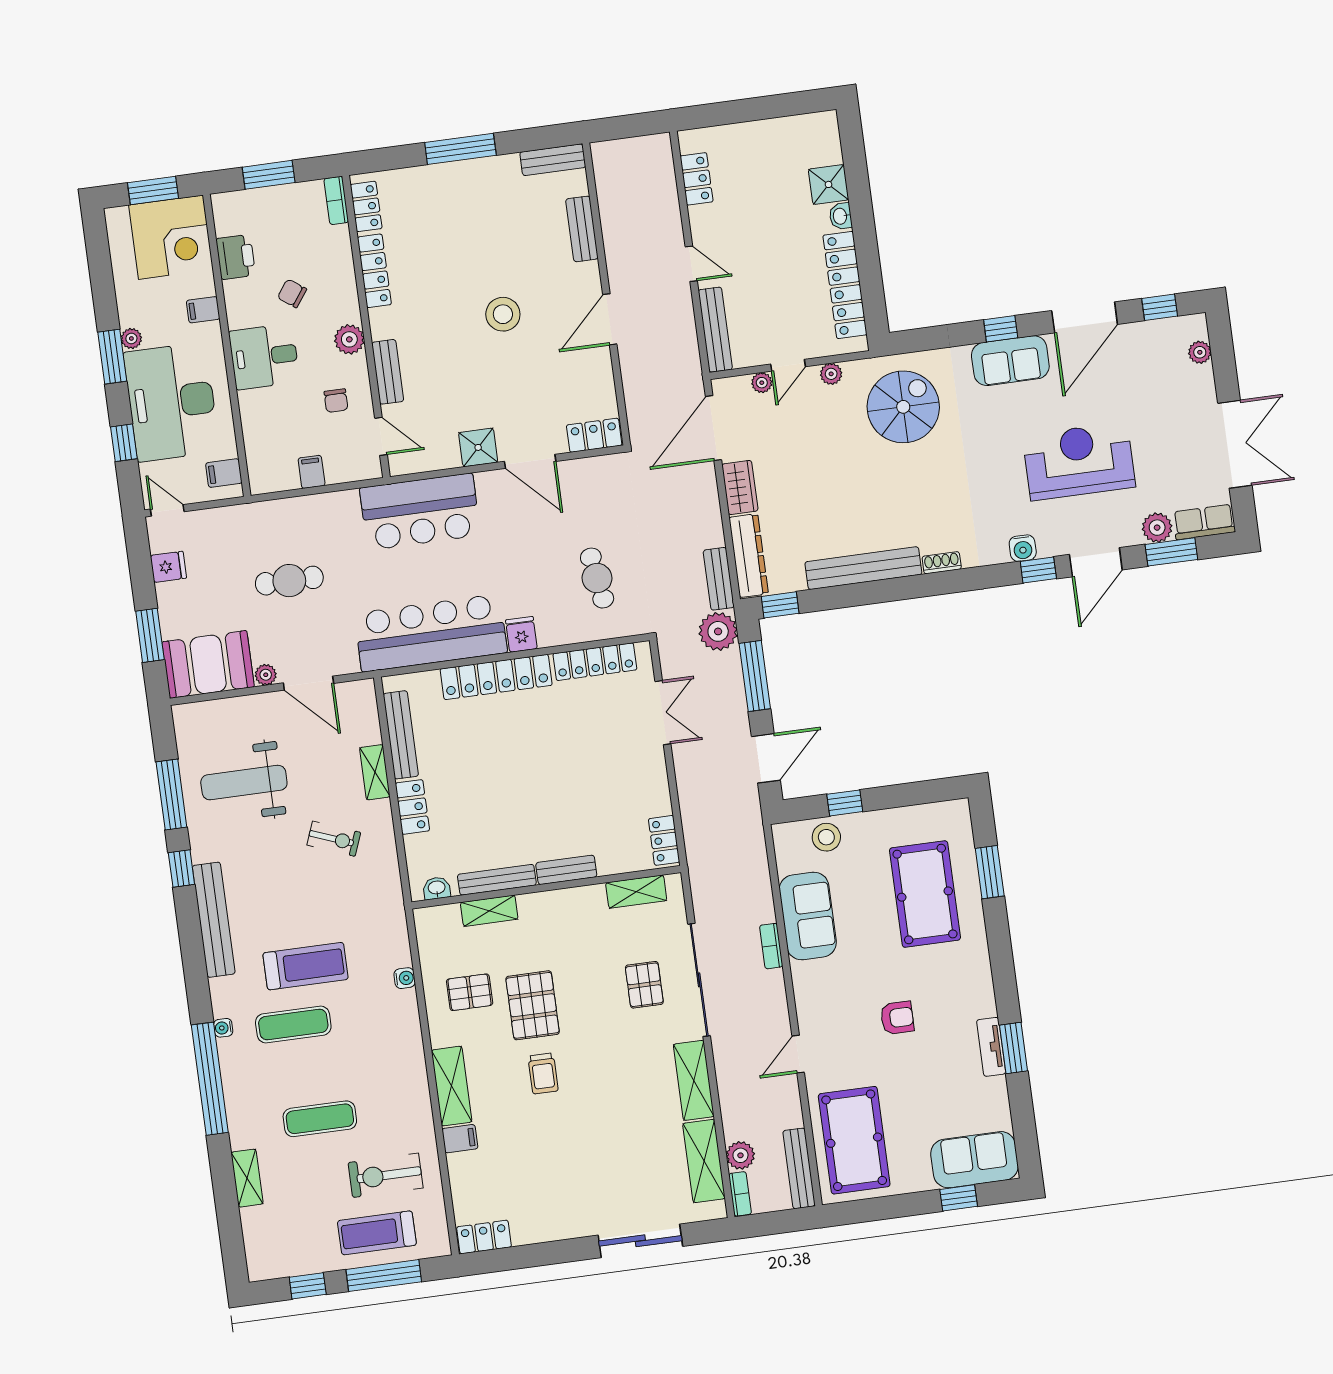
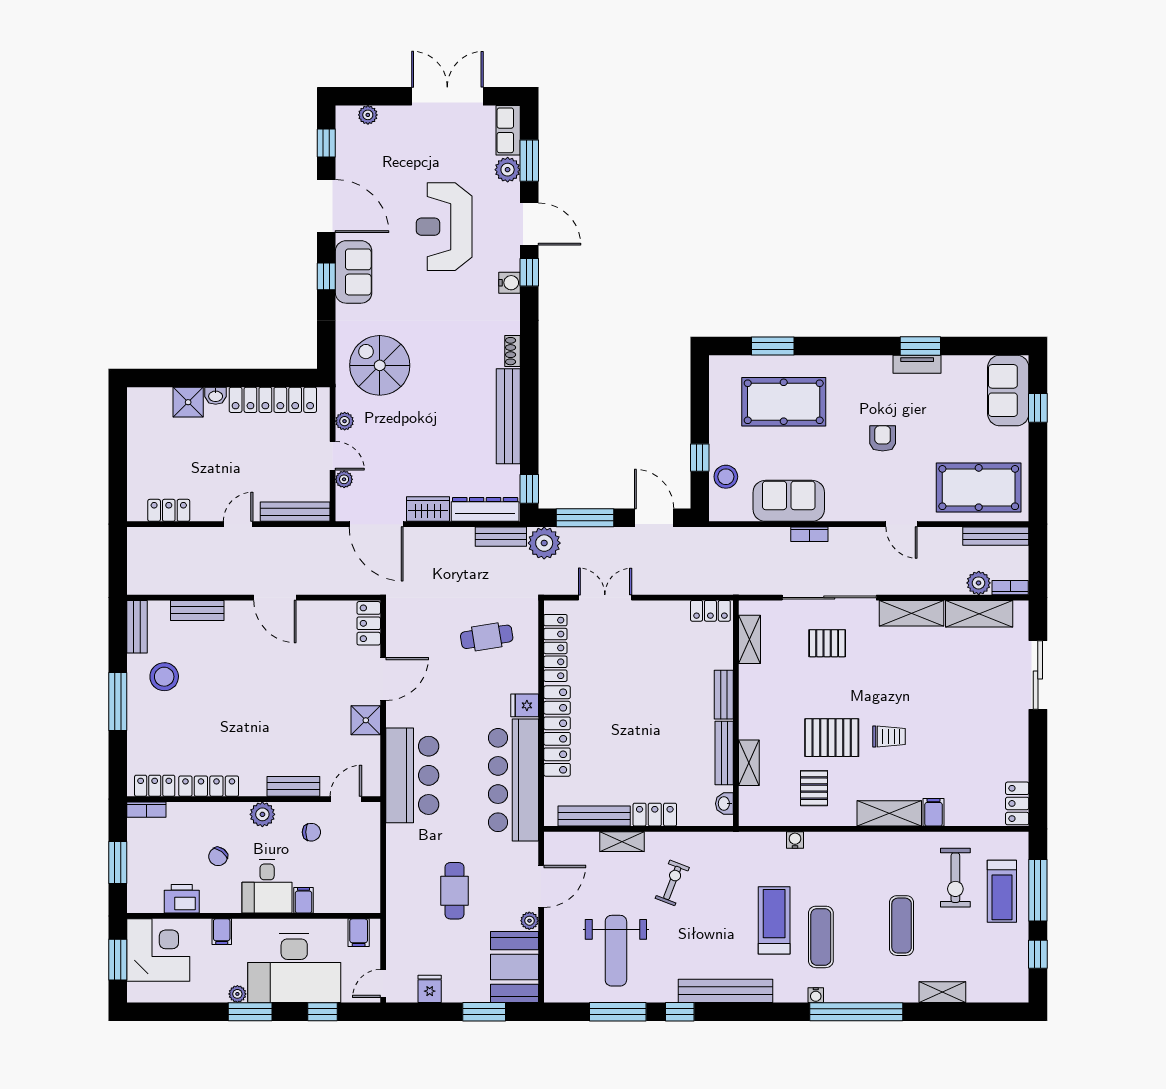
stool: (503, 314) -> (164, 677), moved
filing cabinet: (312, 472) -> (303, 900), moved, turned 90

